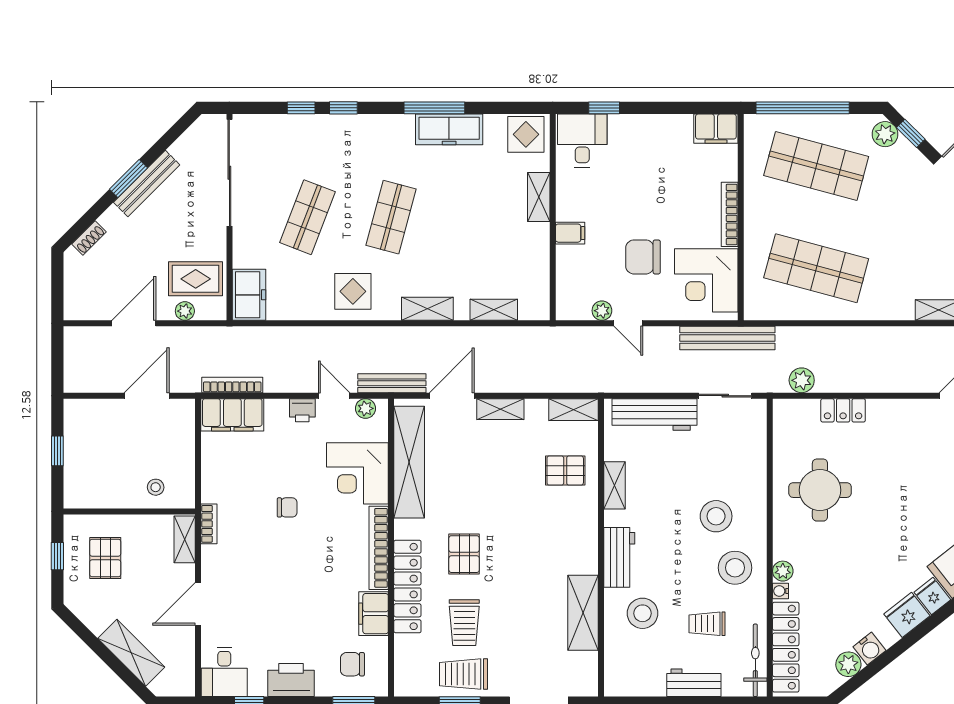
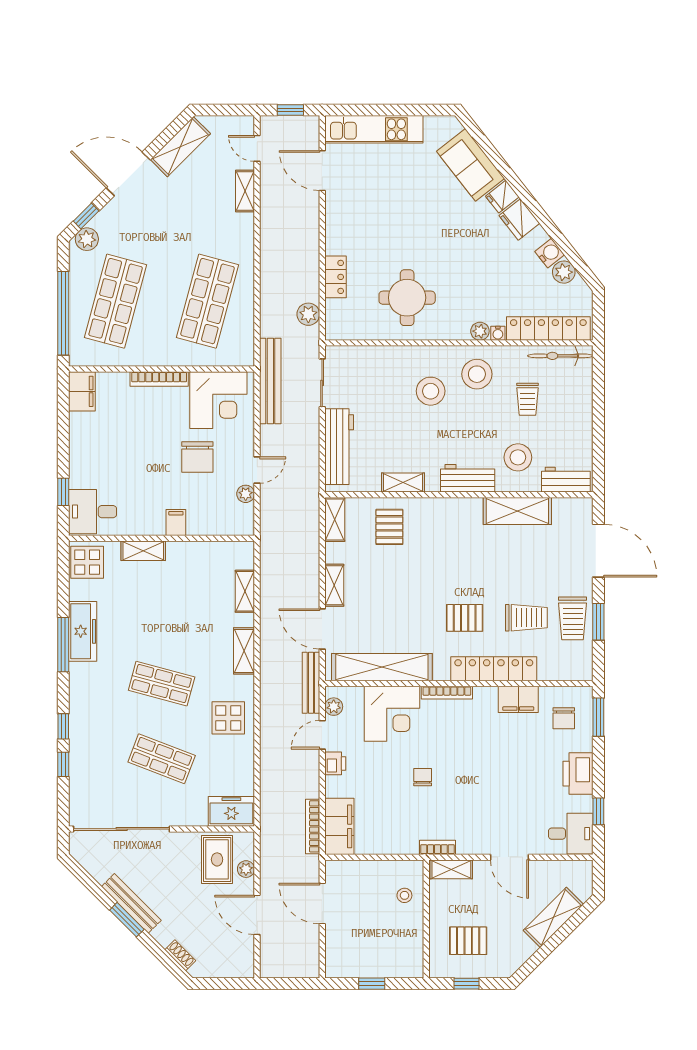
bookcase: (379, 548) -> (447, 693), width x0.68, depth x0.76
workbench: (694, 683) -> (566, 480), moved, turned 90

